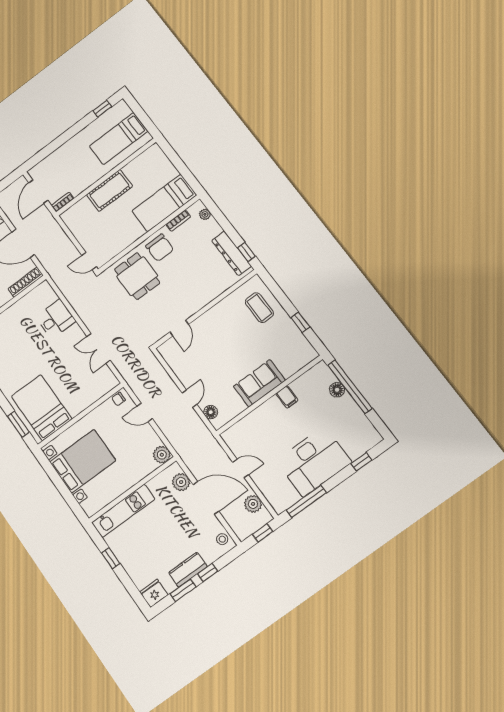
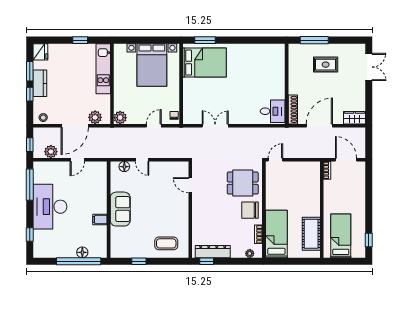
cot: (110, 191) -> (311, 234), moved
desk: (56, 319) -> (273, 111), moved, turned -90

